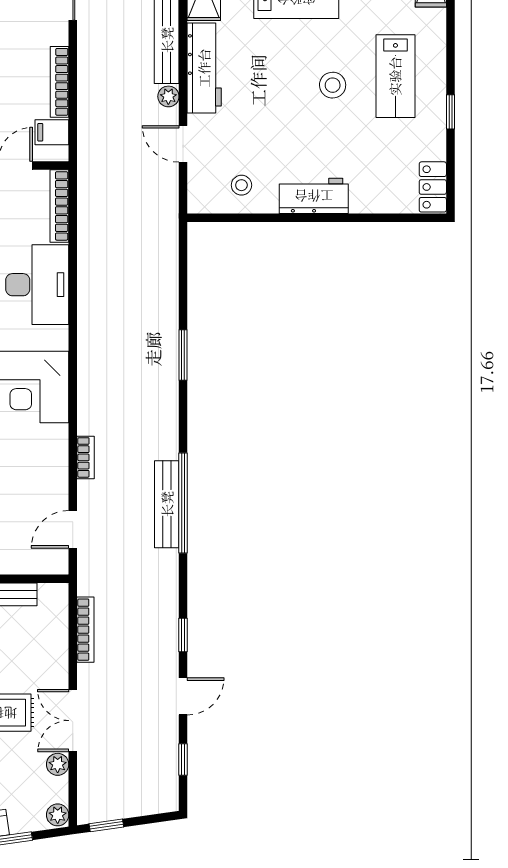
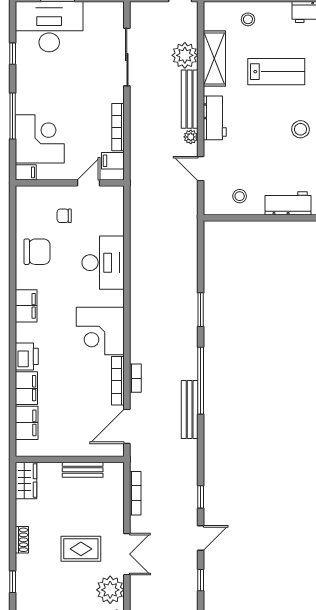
workbench: (204, 68) -> (215, 118), width x0.73
bookcase: (59, 206) -> (118, 381), moved
window: (183, 503) -> (201, 381), moved
door: (73, 529) -> (127, 426), width x1.38
double door: (73, 721) -> (127, 554), swing flipped
plant: (58, 764) -> (110, 590), width x1.88, depth x1.88

